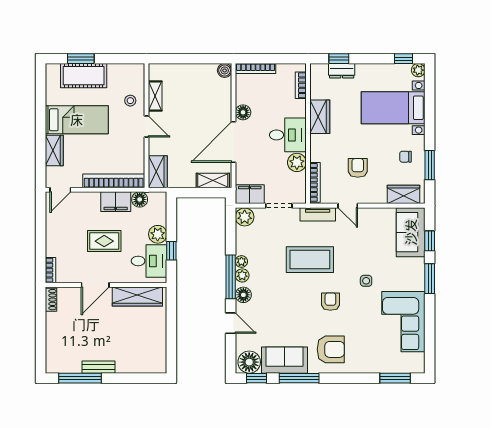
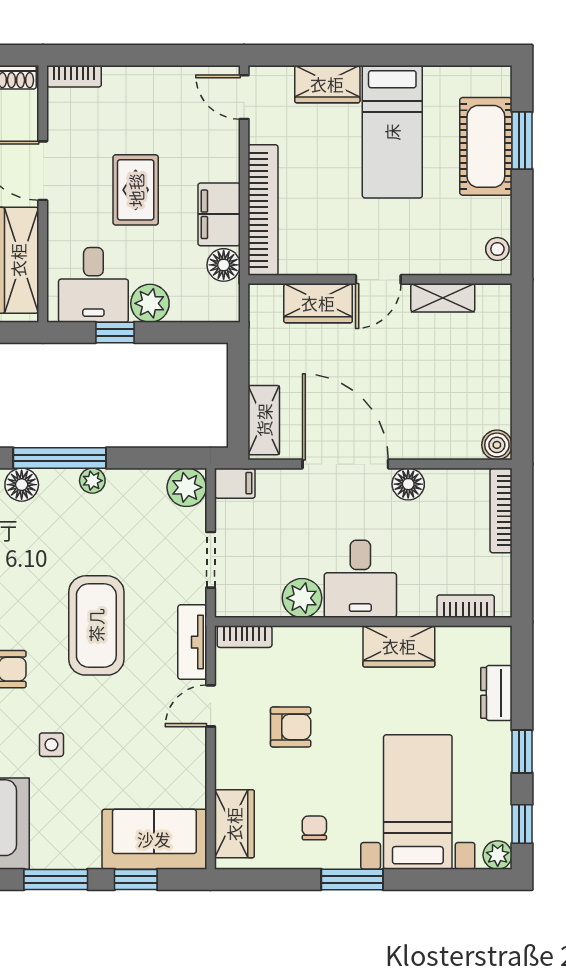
window: (339, 59) -> (522, 752), moved
stool: (130, 101) -> (497, 249), moved
window: (430, 165) -> (352, 879), moved
wardrobe: (158, 172) -> (318, 303), moved
bookcase: (315, 182) -> (245, 637), width x0.64
filing cabinet: (250, 194) -> (235, 483), width x0.50
plant: (242, 275) -> (63, 482), removed

